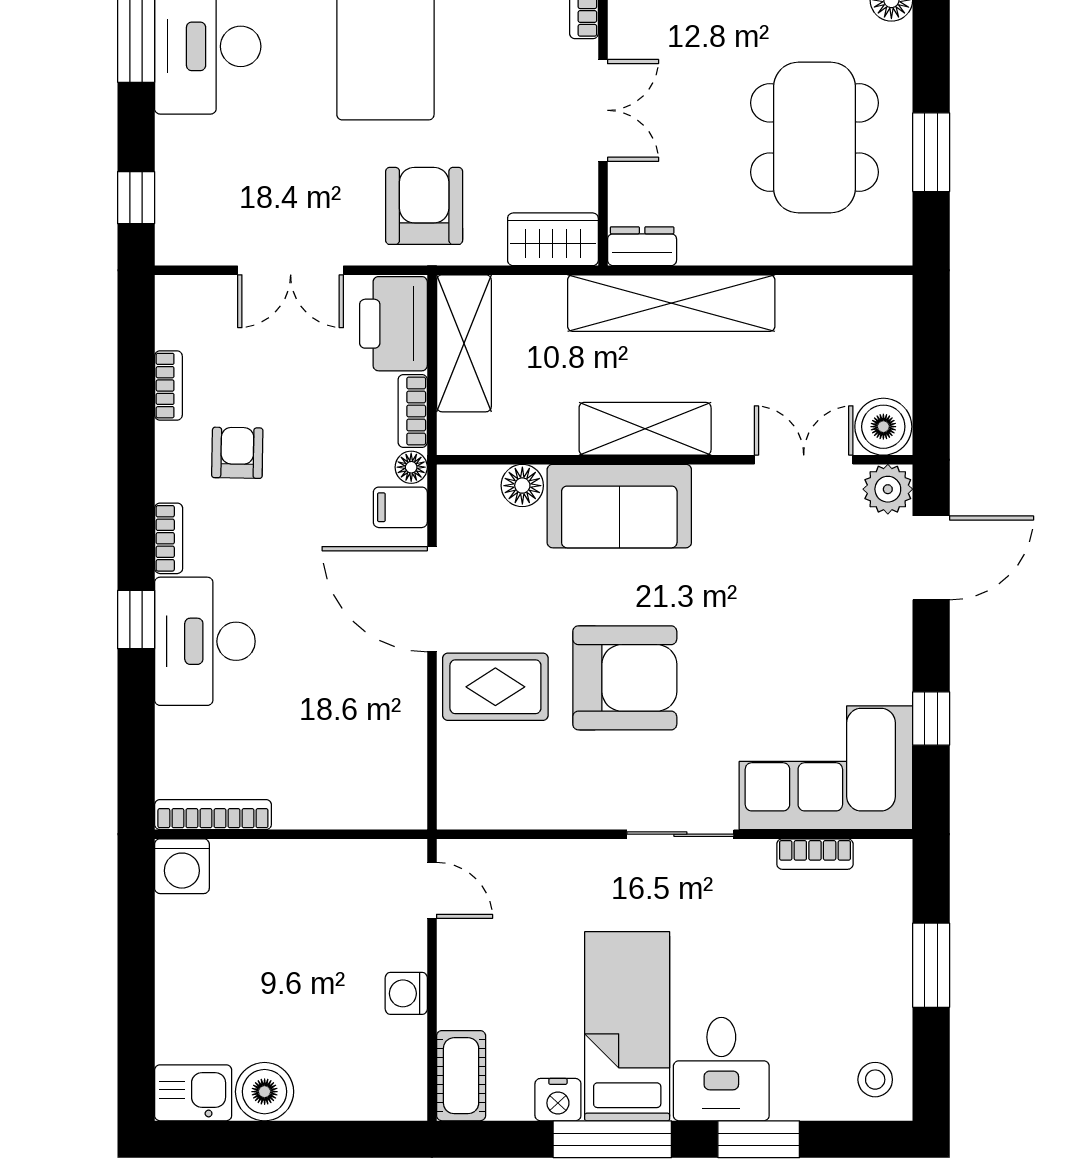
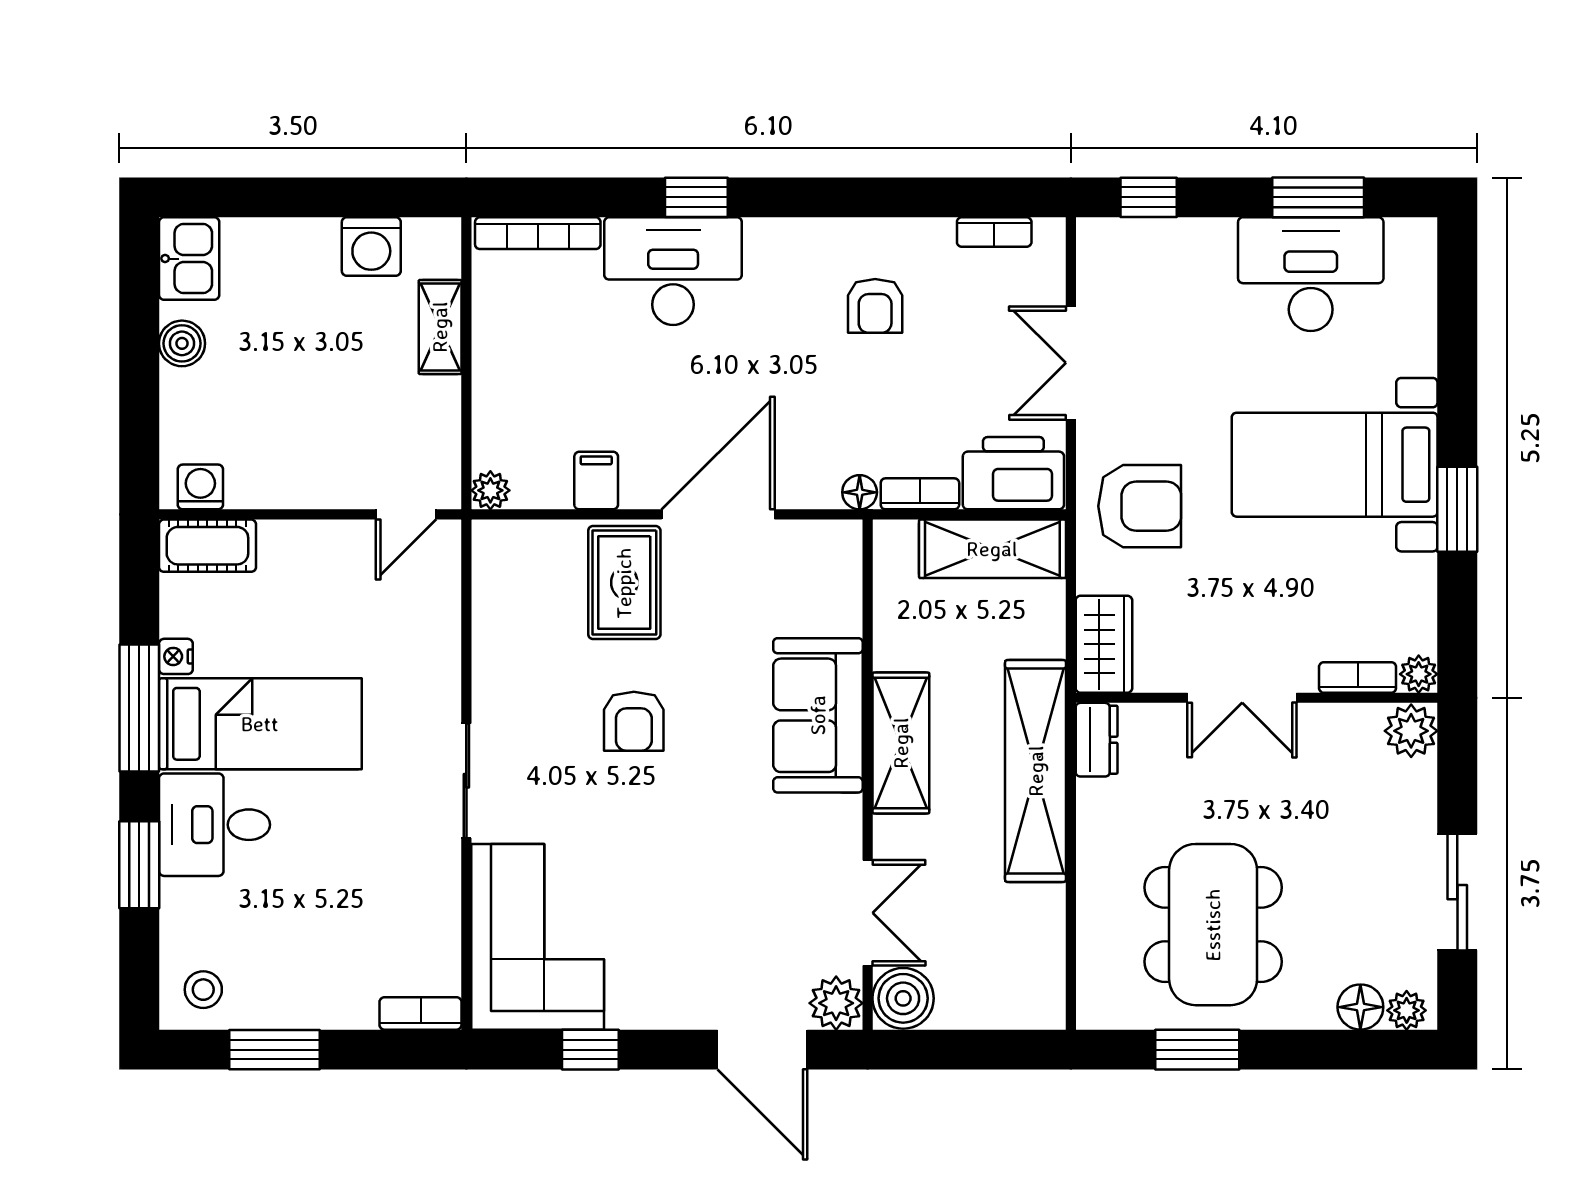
dining table: (814, 137) -> (1213, 925), turned 90
bookcase: (168, 386) -> (994, 232), moved
armchair: (237, 453) -> (875, 306), turned 89
floor lamp: (522, 486) -> (840, 611), removed
filing cabinet: (400, 507) -> (596, 481), moved
bookcase: (169, 538) -> (783, 232), removed
armchair: (625, 678) -> (634, 721), width x0.53, depth x0.53
plant: (409, 812) -> (490, 490), added
bookcase: (213, 815) -> (538, 233), moved, turned 90
bookcase: (815, 854) -> (421, 1013), moved, turned 90
shelving: (257, 859) -> (440, 327), added
washing machine: (182, 866) -> (371, 246), moved, turned -90
window: (931, 965) -> (275, 1050), moved
washing machine: (406, 993) -> (200, 487), moved
boiler: (265, 1092) -> (182, 343), width x0.73, depth x0.73
nightstand: (558, 1100) -> (176, 656), width x0.72, depth x0.74

